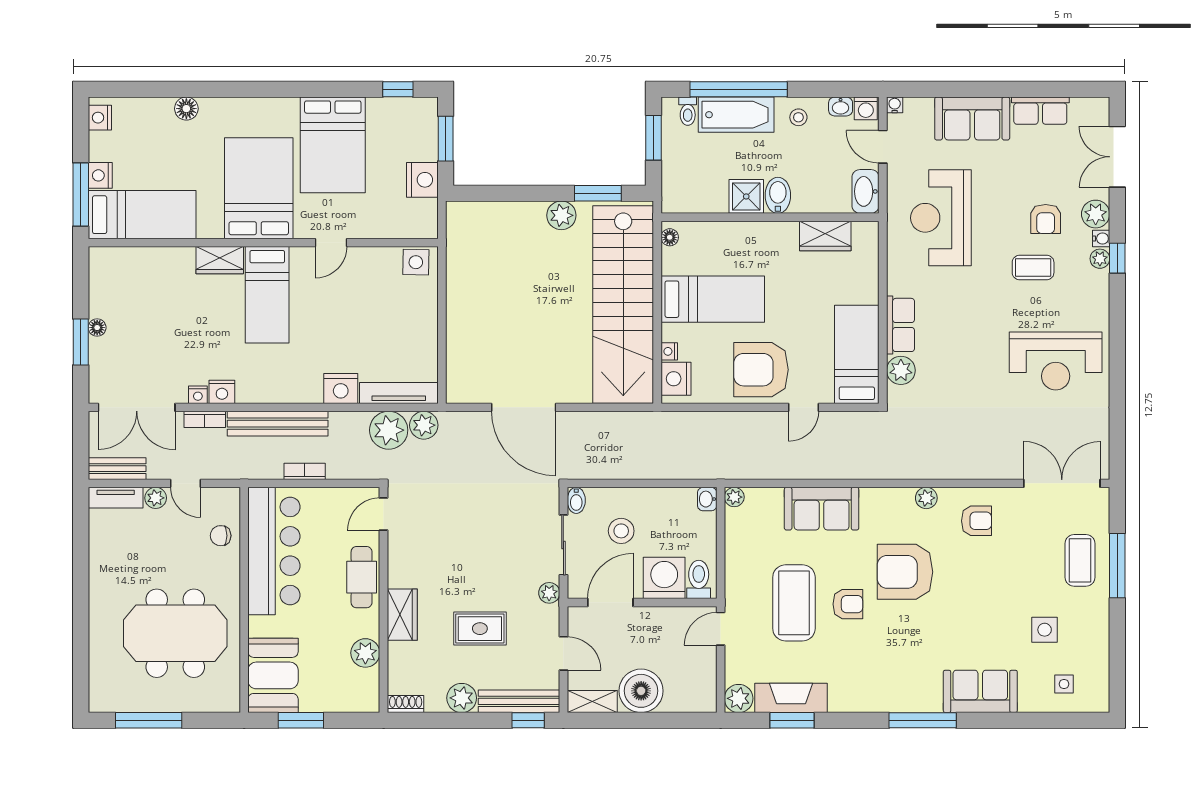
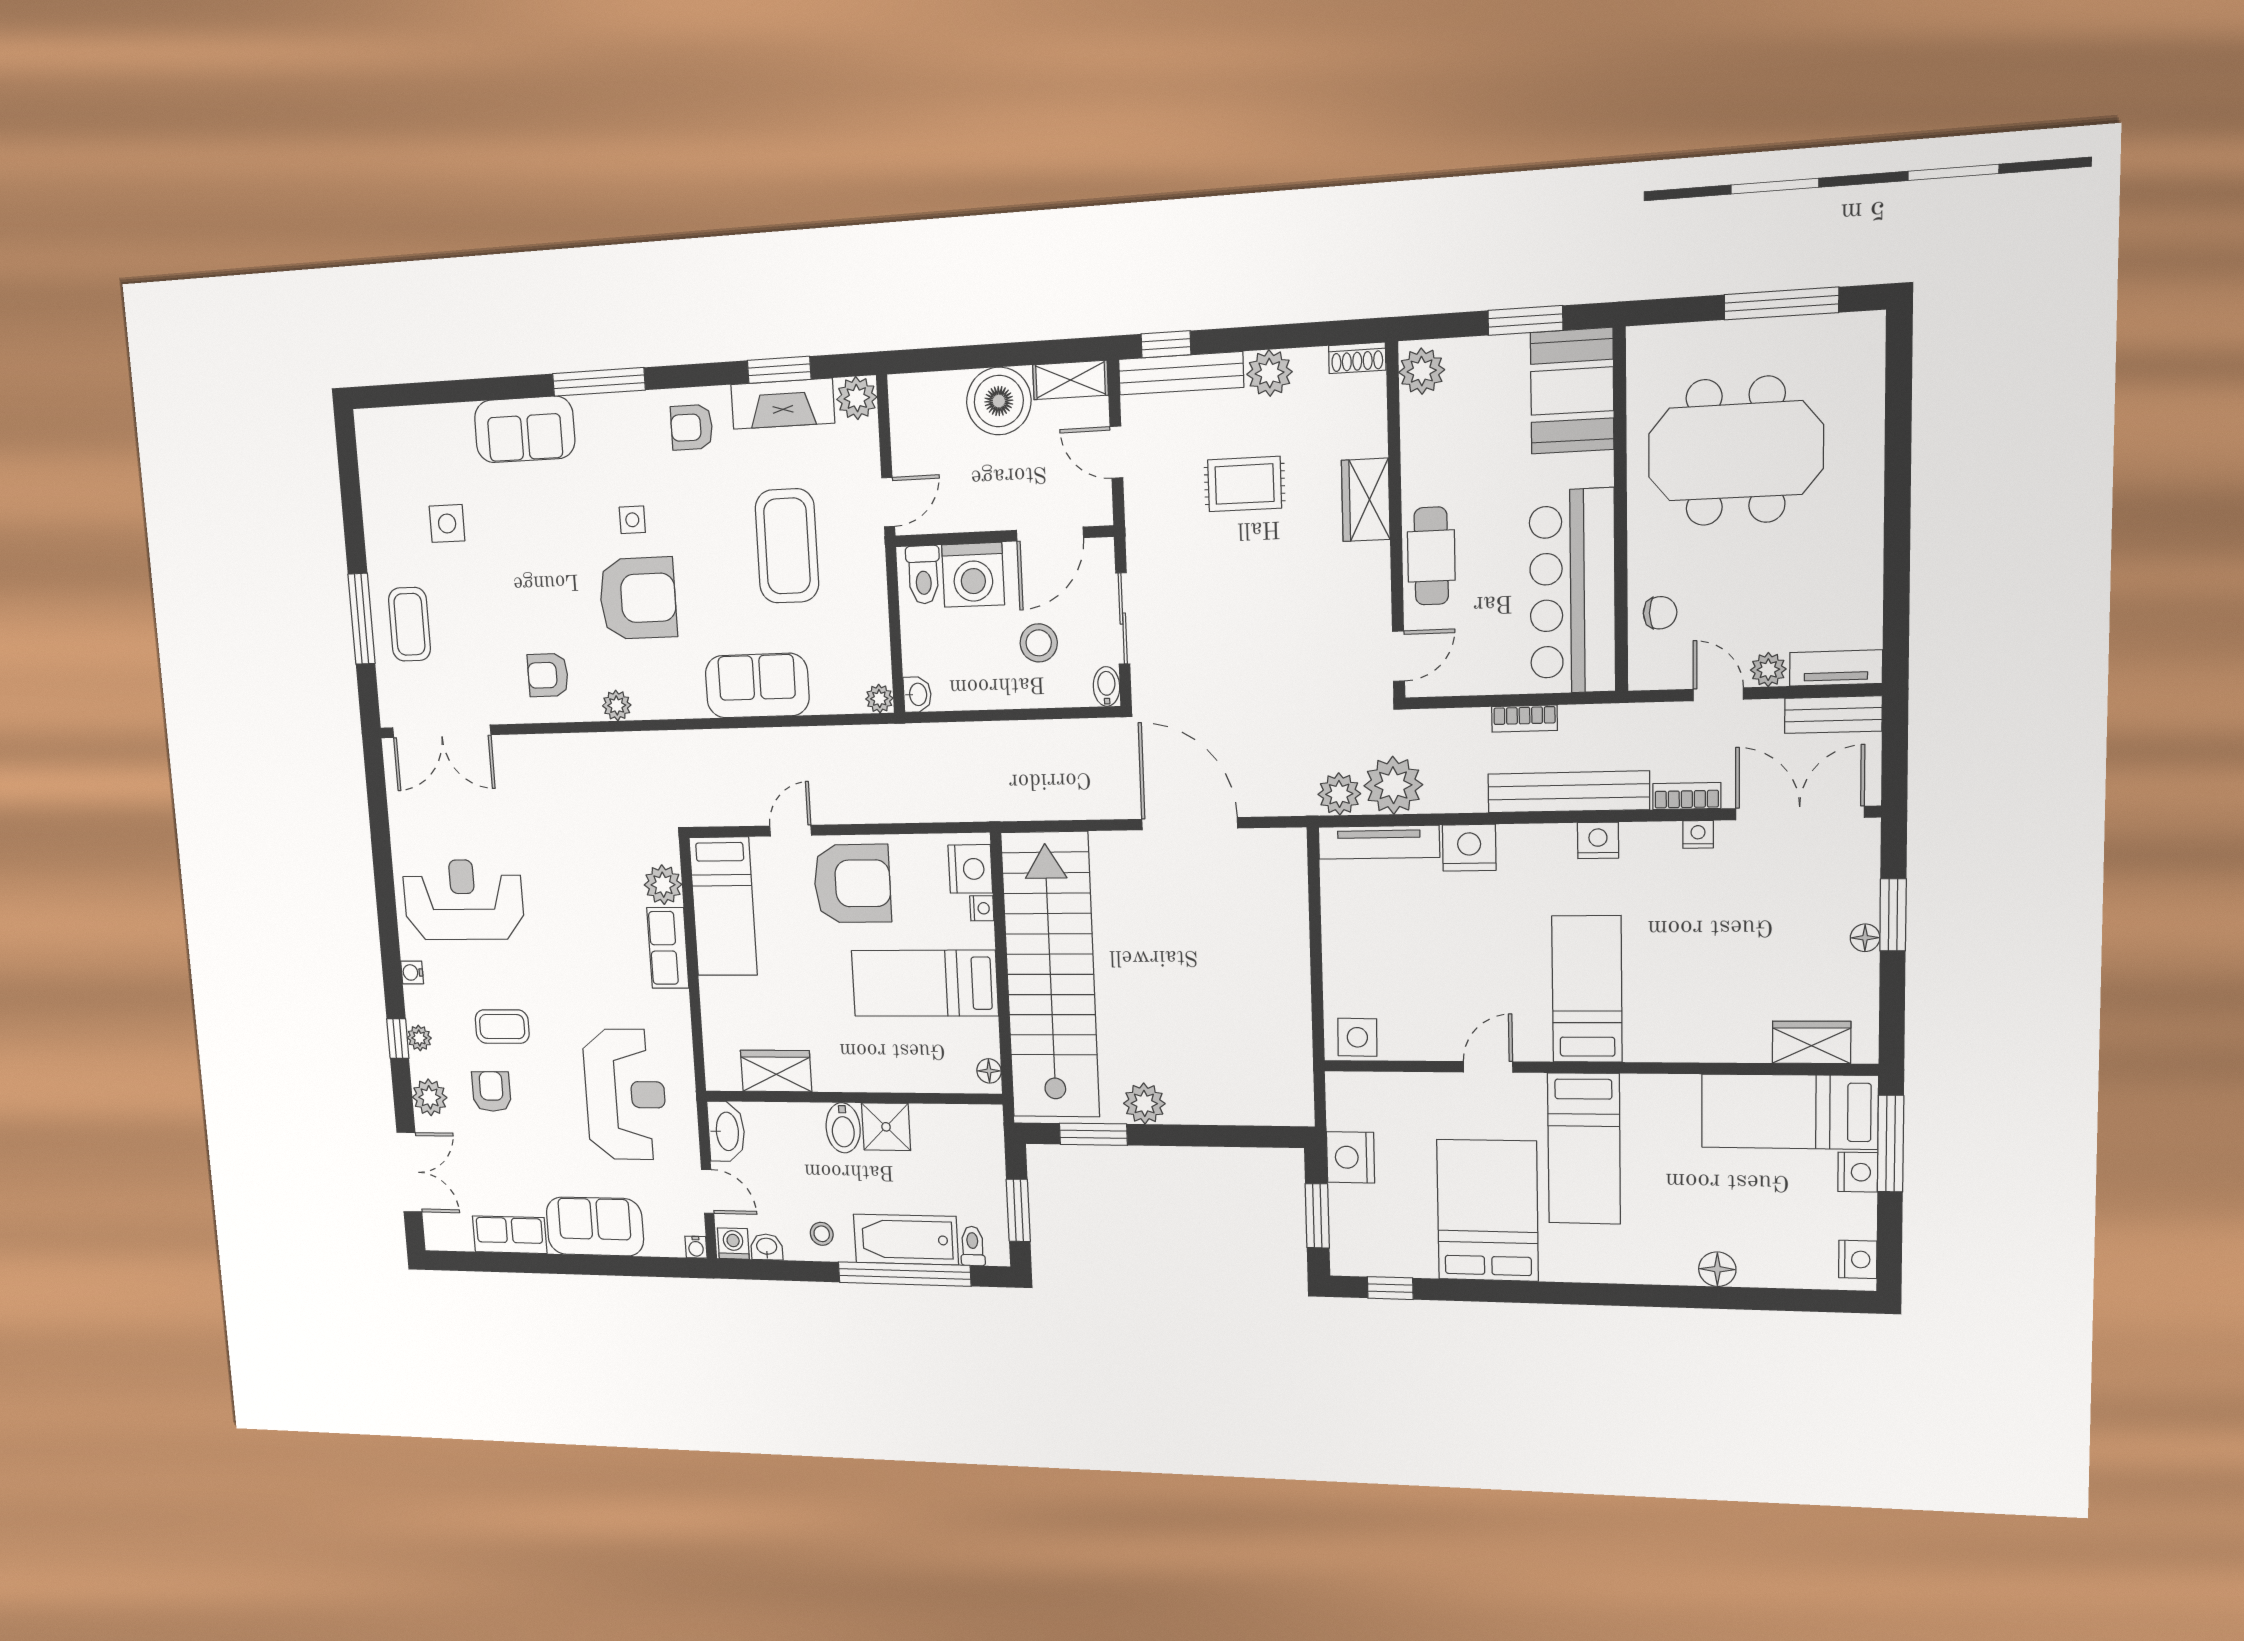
bed: (259, 188) -> (1584, 1149), width x0.67
water cooler: (1101, 239) -> (412, 972), moved
wardrobe: (220, 260) -> (1812, 1042), moved
nightstand: (222, 392) -> (1598, 840), moved
plant: (549, 593) -> (1141, 544), removed
armchair: (848, 604) -> (692, 427), moved
plant: (365, 653) -> (1422, 371), moved
side table: (1064, 684) -> (632, 520), moved

